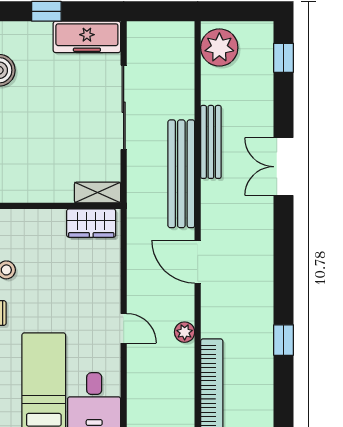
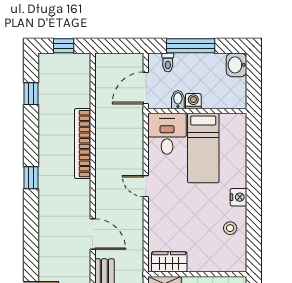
plant: (185, 332) -> (102, 183), removed

